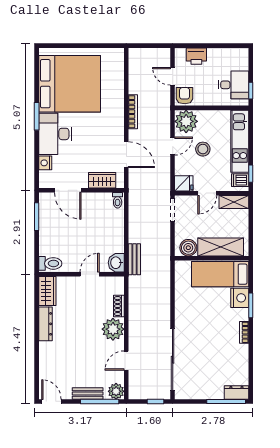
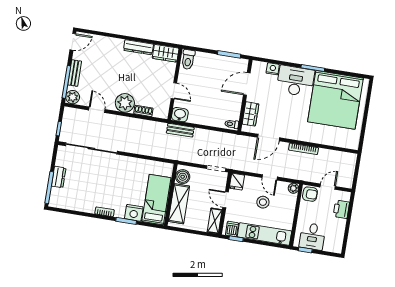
plant: (186, 121) -> (293, 188), width x0.53, depth x0.53
dresser: (236, 393) -> (59, 177), moved

